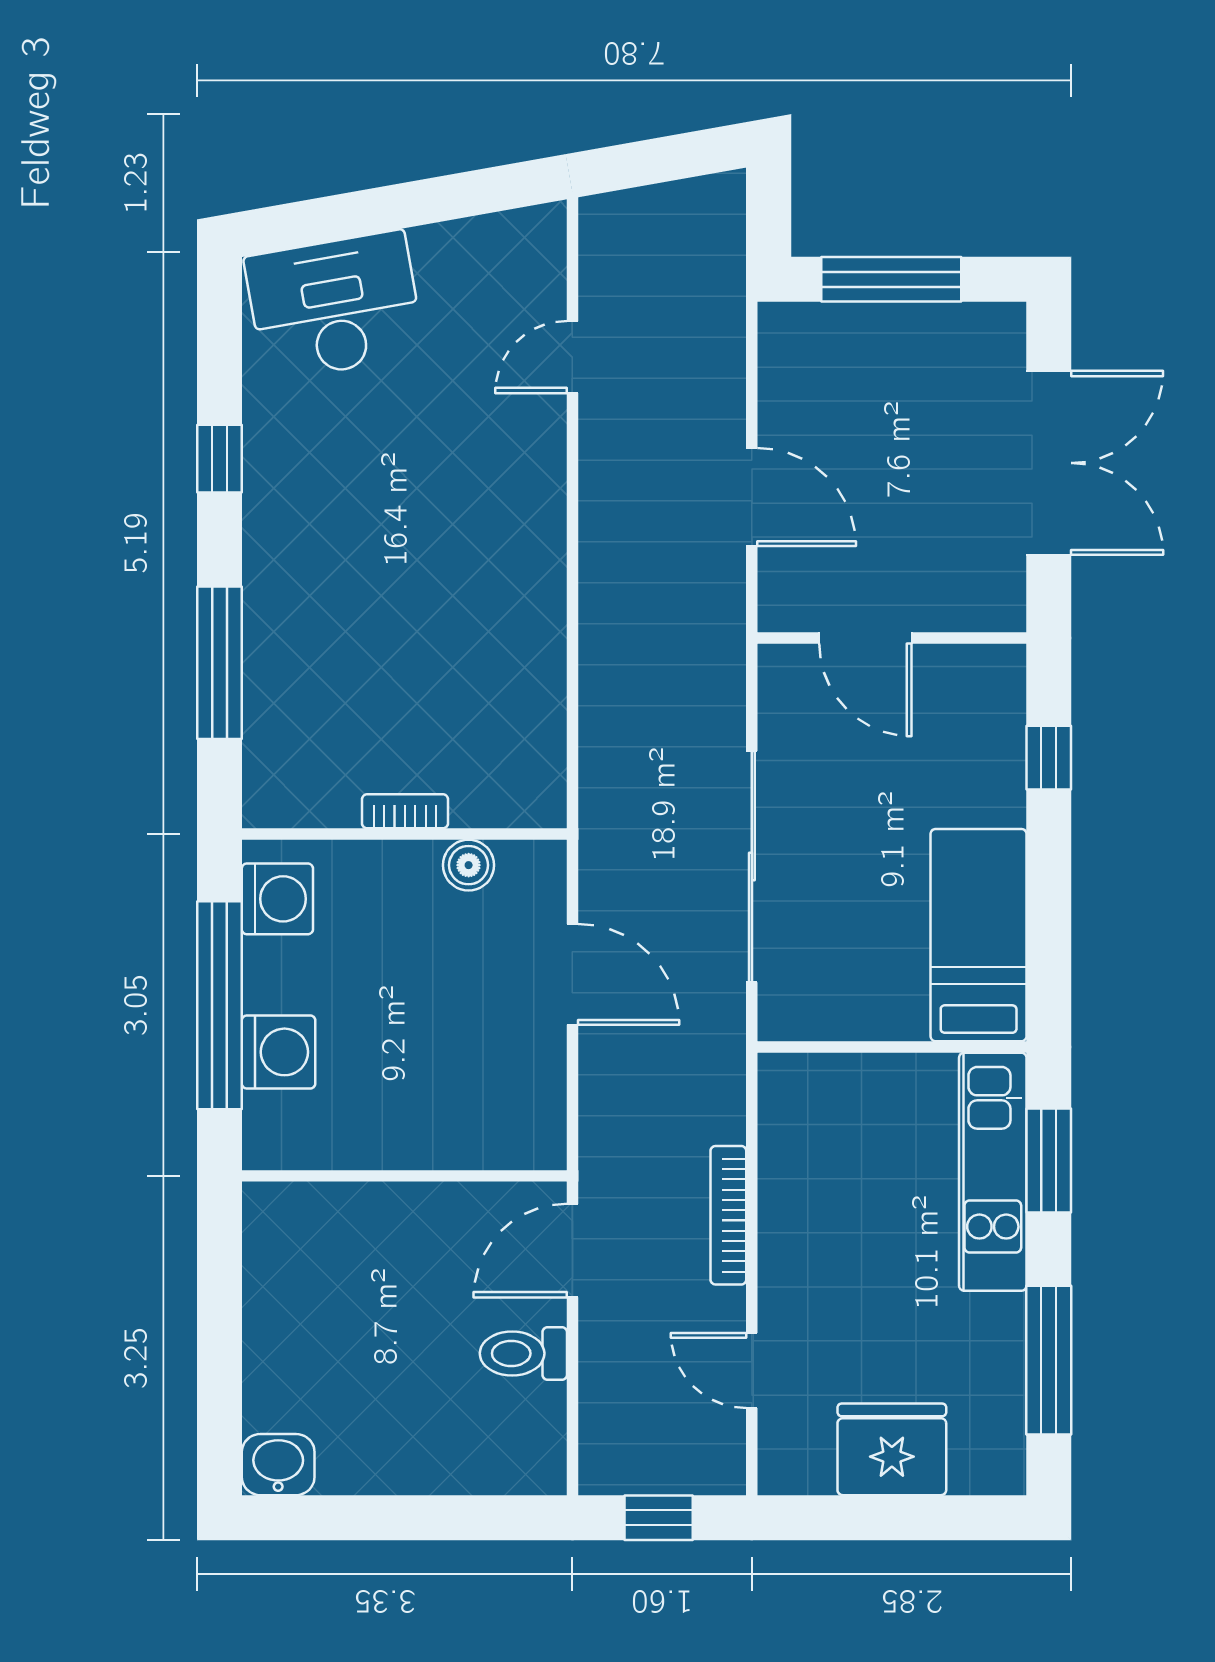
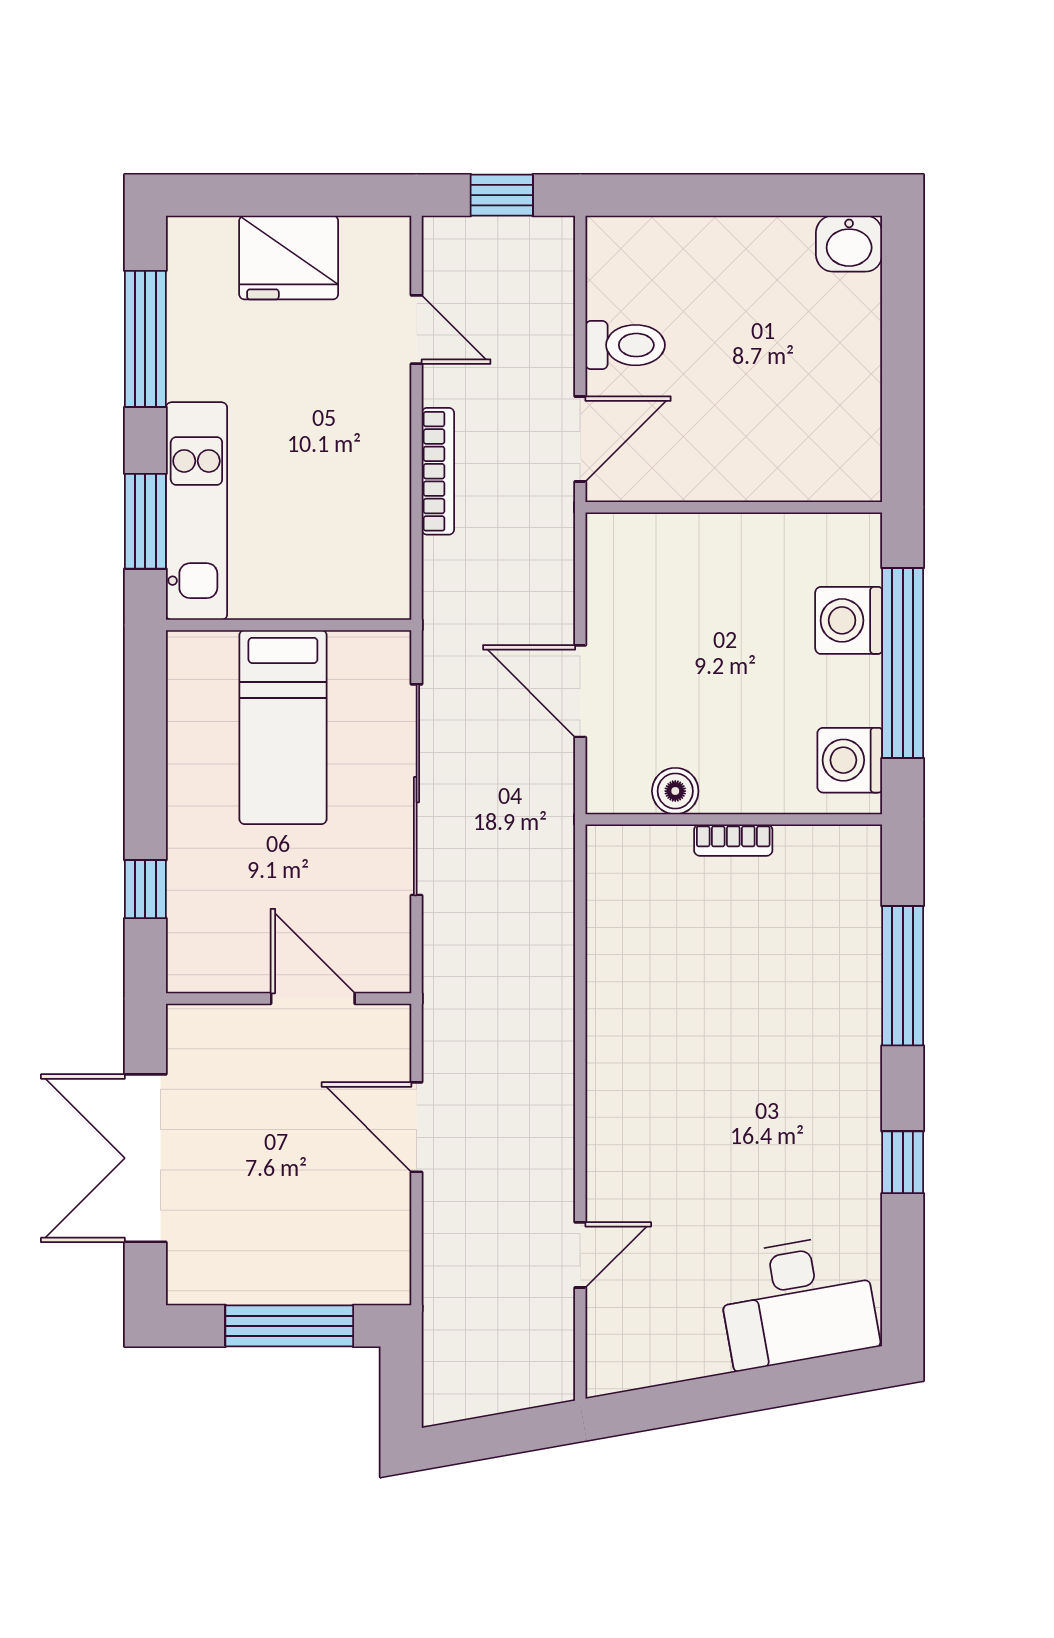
bed: (979, 935) -> (283, 727), moved

